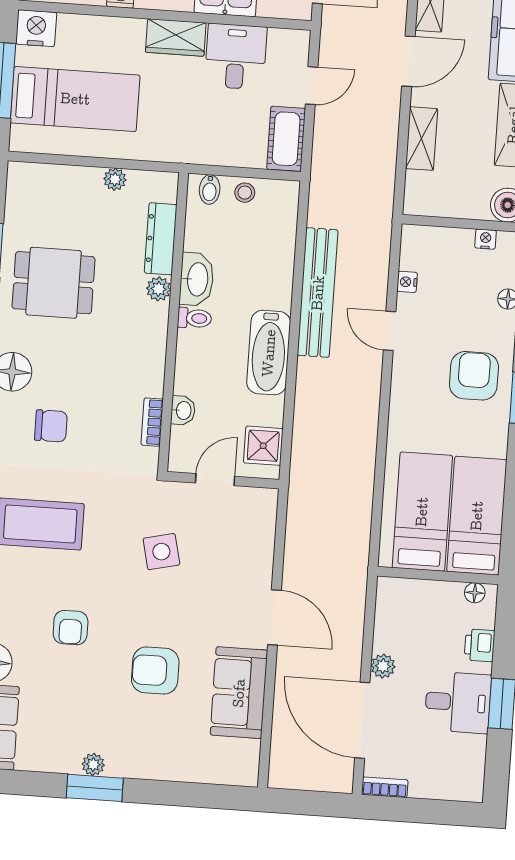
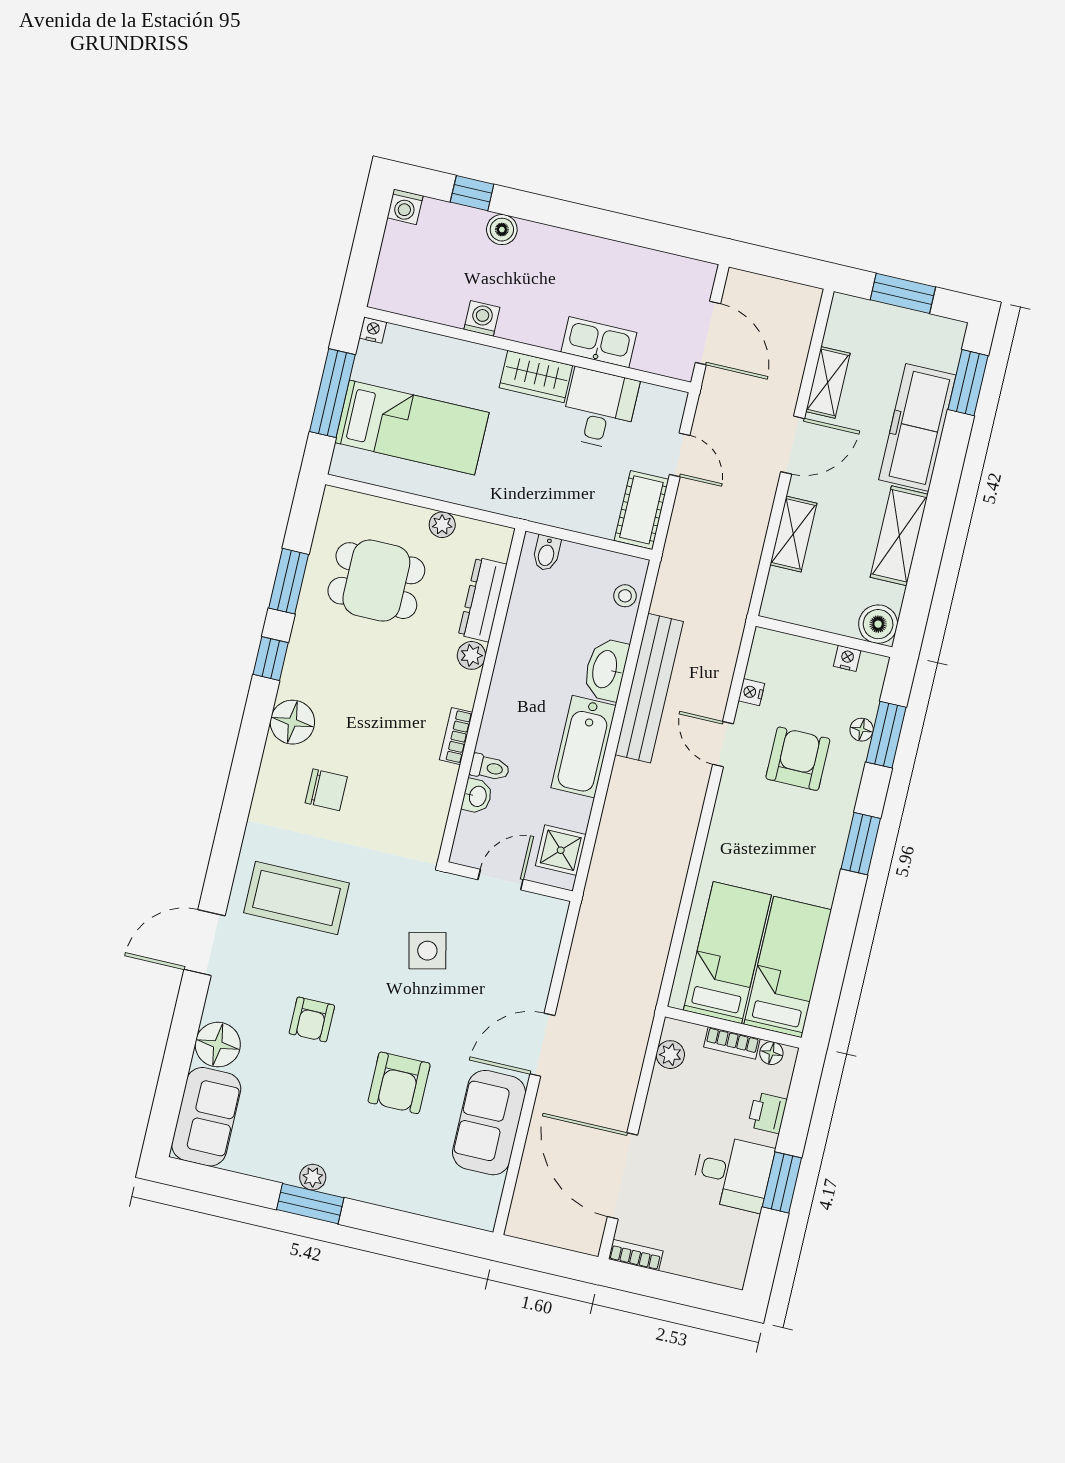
nightstand: (36, 28) -> (373, 330), width x0.53, depth x0.56
door: (312, 86) -> (680, 455), hinge flipped
stool: (245, 193) -> (625, 596), moved
washbasin: (197, 279) -> (606, 669), moved, turned 180
dining table: (54, 283) -> (376, 581), moved
toilet: (195, 318) -> (490, 768), moved
armchair: (474, 376) -> (798, 759), moved
bookcase: (152, 422) -> (456, 736), moved
bookcase: (439, 589) -> (732, 1043), added
door: (274, 617) -> (542, 1045), swing flipped
plant: (383, 666) -> (670, 1055), moved
armchair: (155, 670) -> (399, 1083), turned -90

